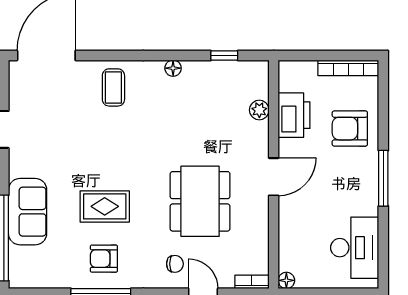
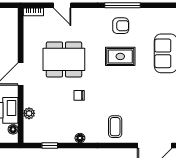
dining table: (200, 201) -> (64, 59), turned 90
chair: (175, 264) -> (79, 95), moved
floor lamp: (286, 280) -> (13, 129), moved

